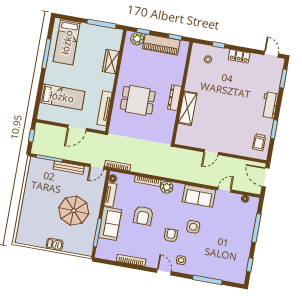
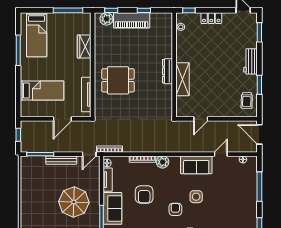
wall: (182, 93) -> (174, 65), moved
dresser: (175, 98) -> (168, 71), moved
shelving: (188, 108) -> (182, 79), moved

